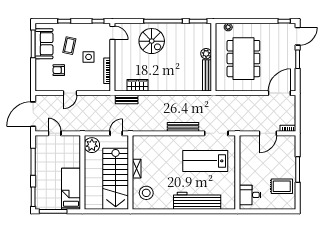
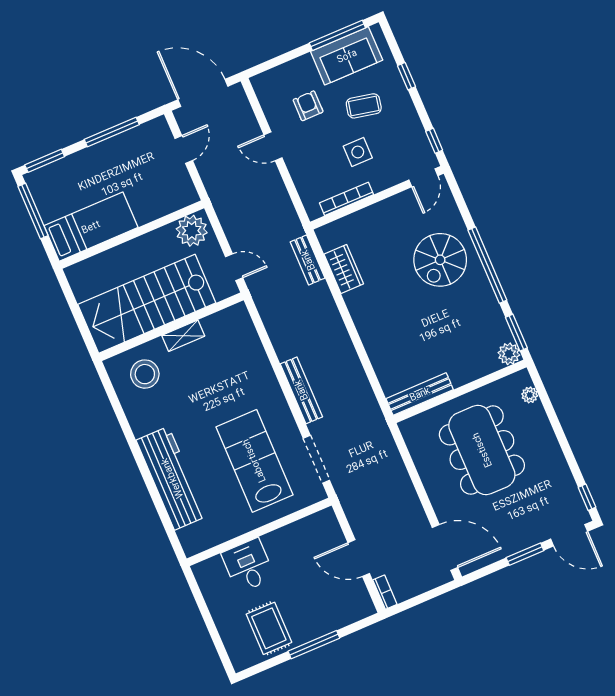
plant: (206, 54) -> (509, 354), moved
dining table: (243, 59) -> (482, 450), turned 90
desk: (250, 195) -> (248, 565), moved

